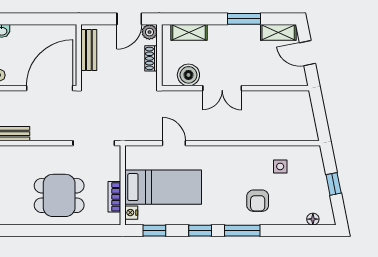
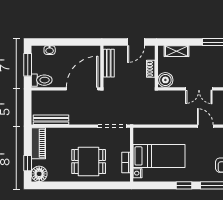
plant: (149, 32) -> (150, 51), removed
boiler: (188, 75) -> (165, 80), moved
door: (174, 143) -> (205, 126), moved
window: (154, 231) -> (153, 185), removed

